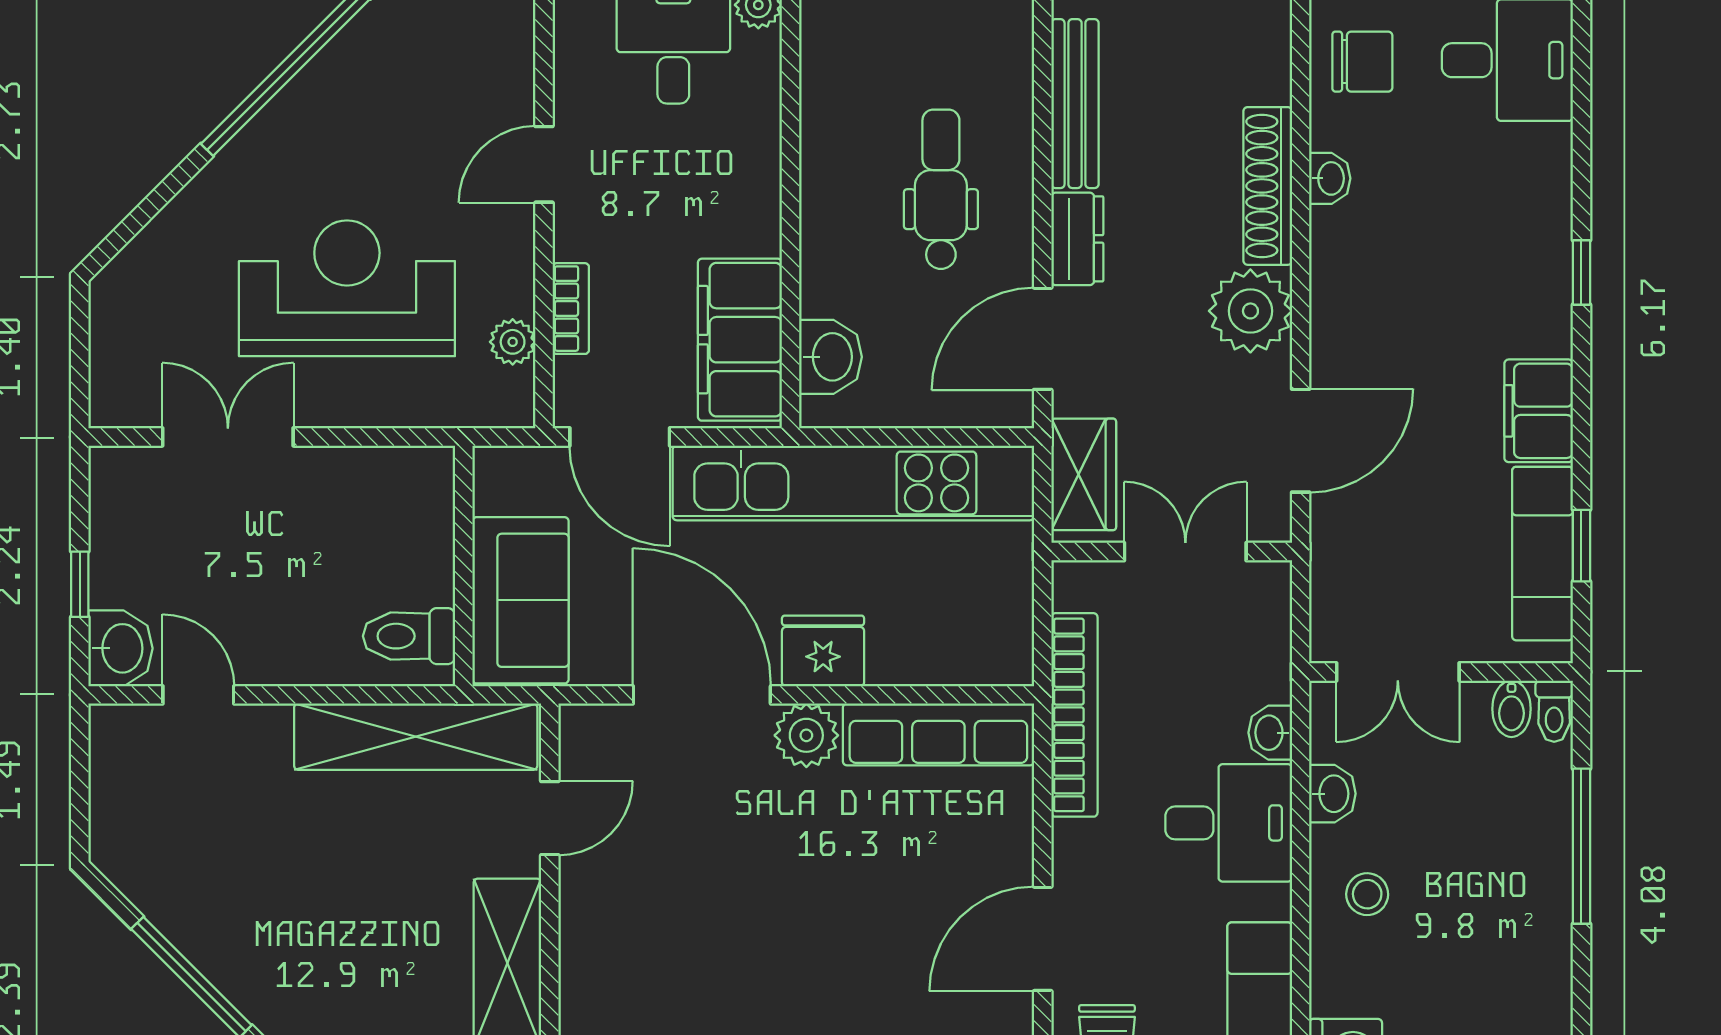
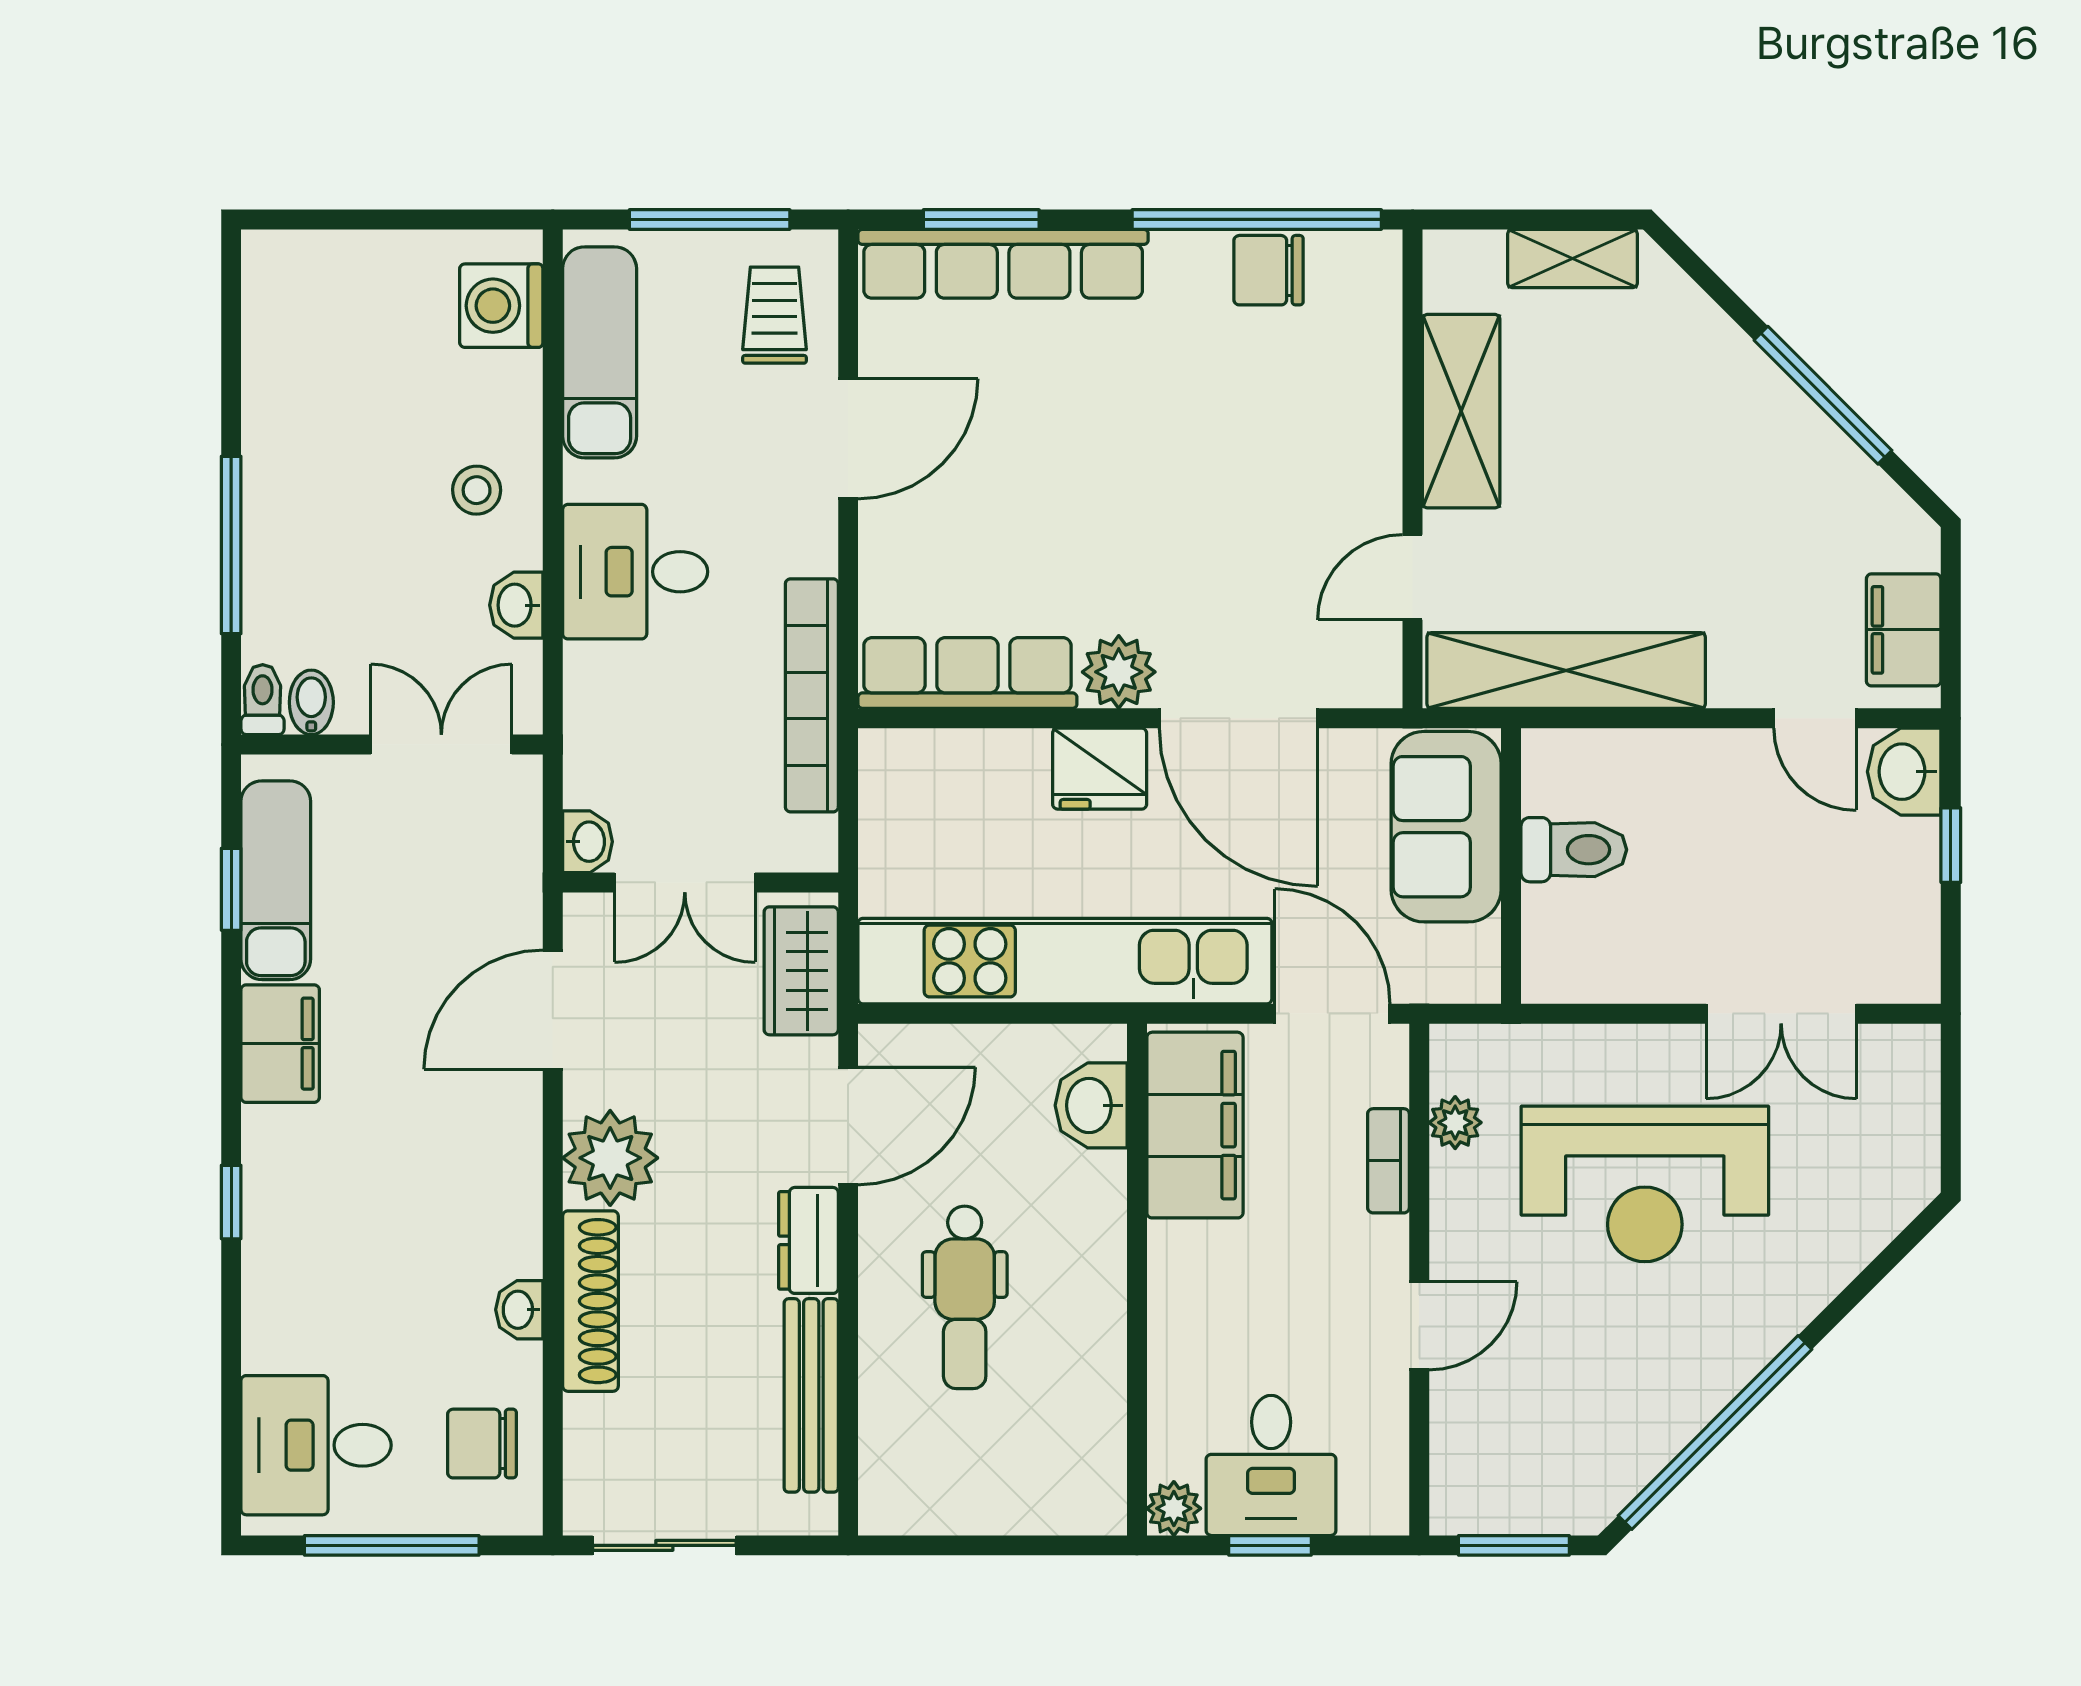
toilet: (409, 636) -> (1574, 850), moved
washbasin: (1270, 733) -> (588, 842), moved
filing cabinet: (121, 772) -> (1904, 630), added

